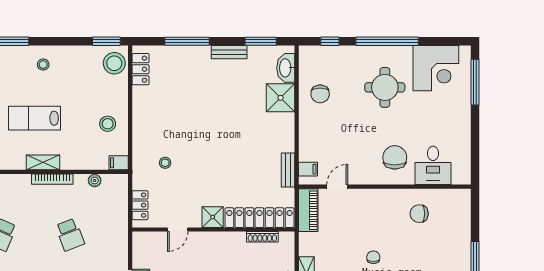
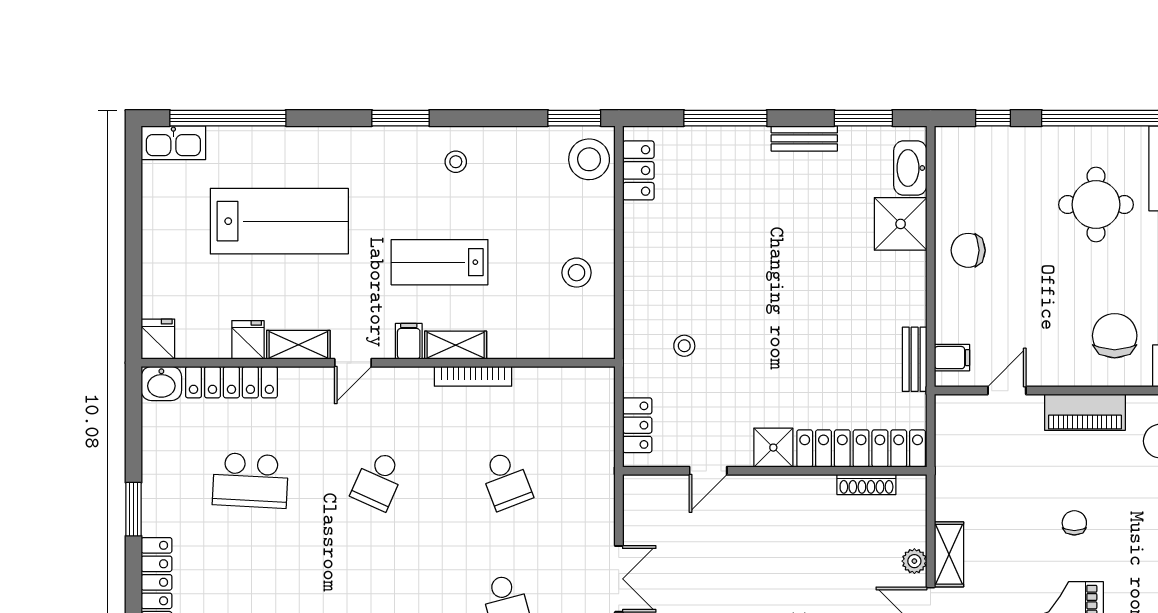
chair: (320, 94) -> (968, 250), moved, turned 90
filing cabinet: (119, 163) -> (409, 341), moved, turned 90
plant: (95, 180) -> (552, 379), removed
piano: (308, 210) -> (1085, 412), moved, turned 90

